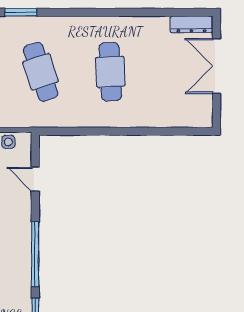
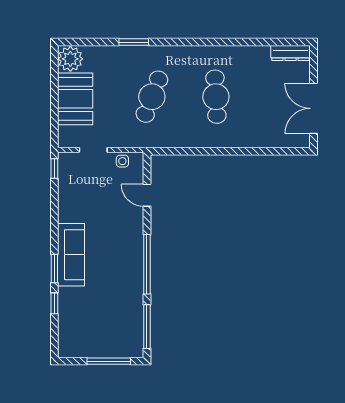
double door: (216, 66) -> (313, 108), moved
cafe table: (41, 72) -> (152, 97), turned 39

